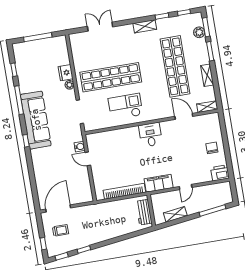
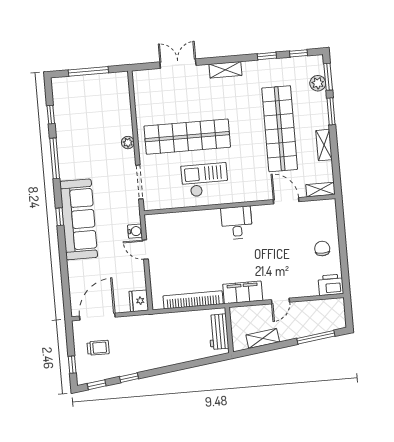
shelving: (145, 26) -> (225, 70), moved
fridge: (66, 73) -> (139, 301), moved
sofa: (36, 120) -> (79, 219), moved

